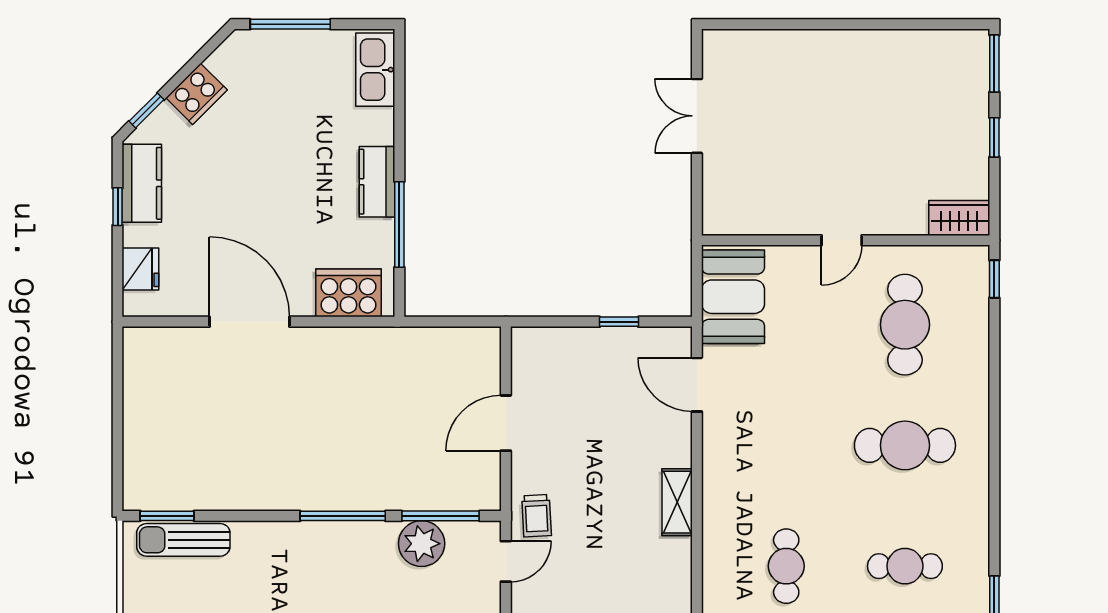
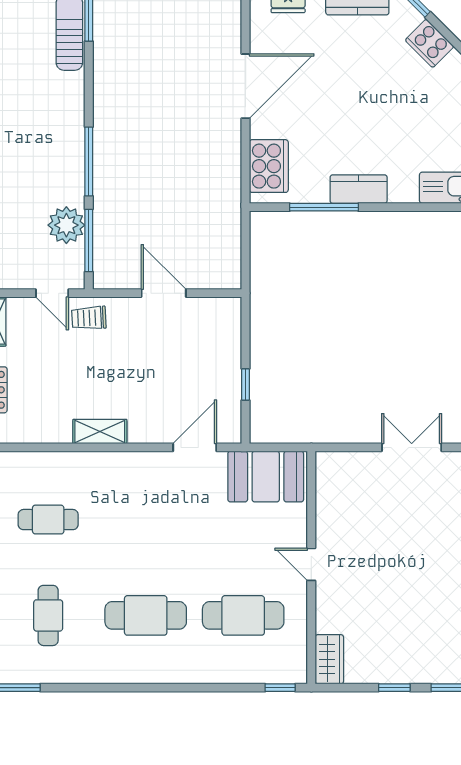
cafe table: (905, 445) -> (146, 615), turned 90

